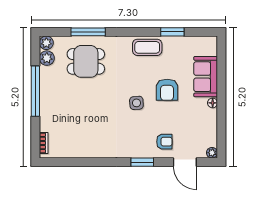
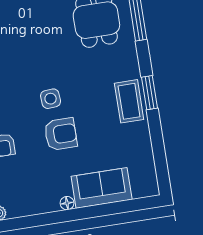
window: (172, 32) -> (149, 93), moved
armchair: (167, 90) -> (61, 134), moved, turned 180

